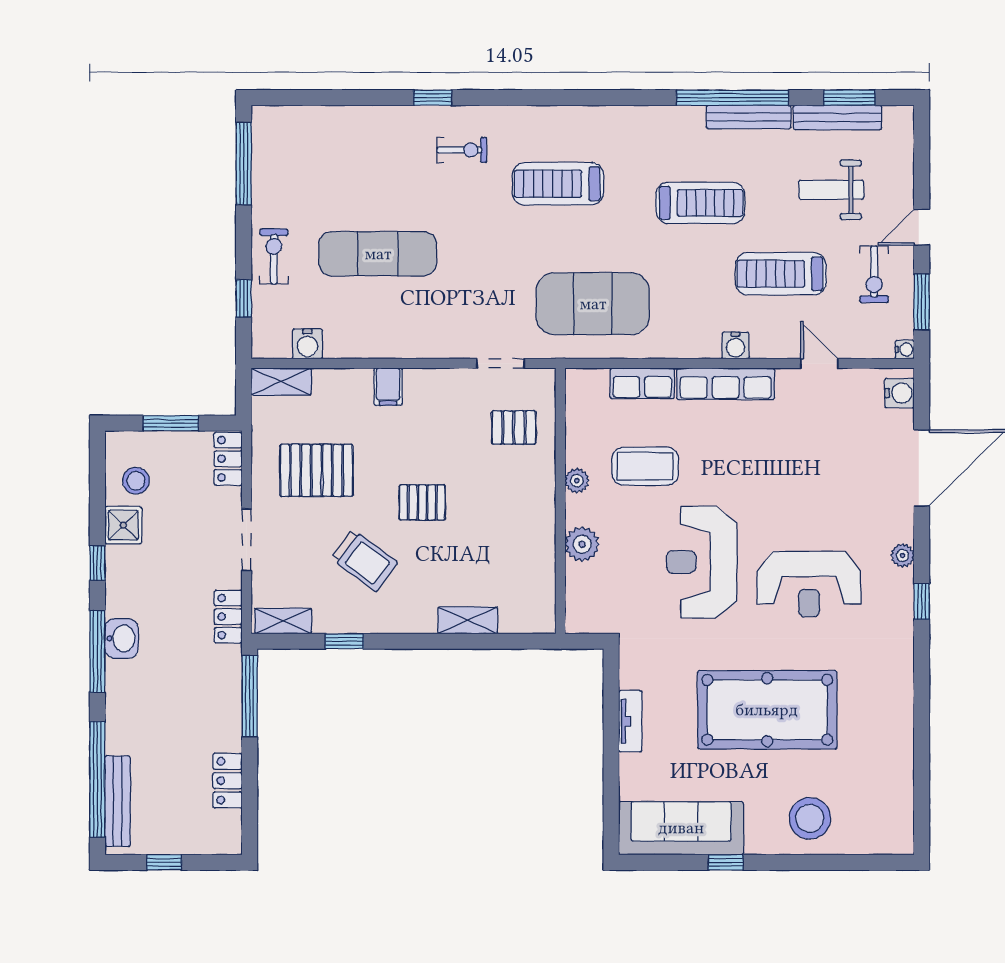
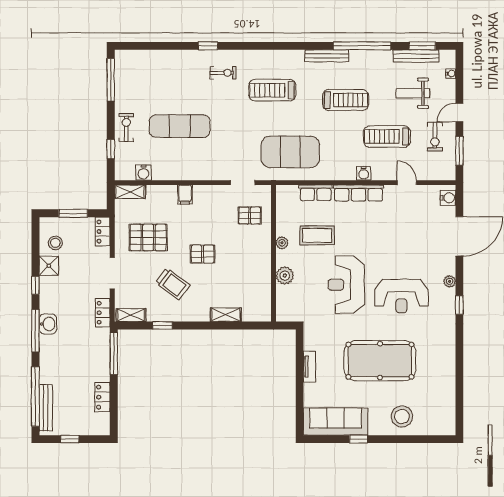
bench: (749, 117) -> (327, 56), moved
water cooler: (905, 349) -> (451, 74), moved

